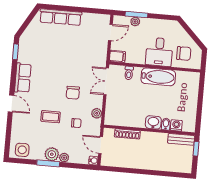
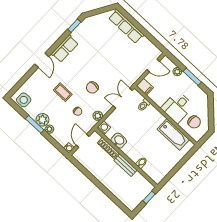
window: (136, 15) -> (192, 77), moved
bathtub: (158, 77) -> (173, 134), moved
washbasin: (153, 122) -> (119, 141), moved
washing machine: (176, 125) -> (104, 128), moved
bench: (181, 139) -> (126, 165), moved

